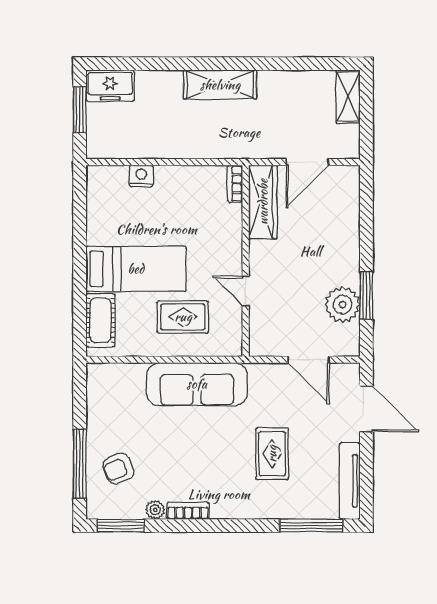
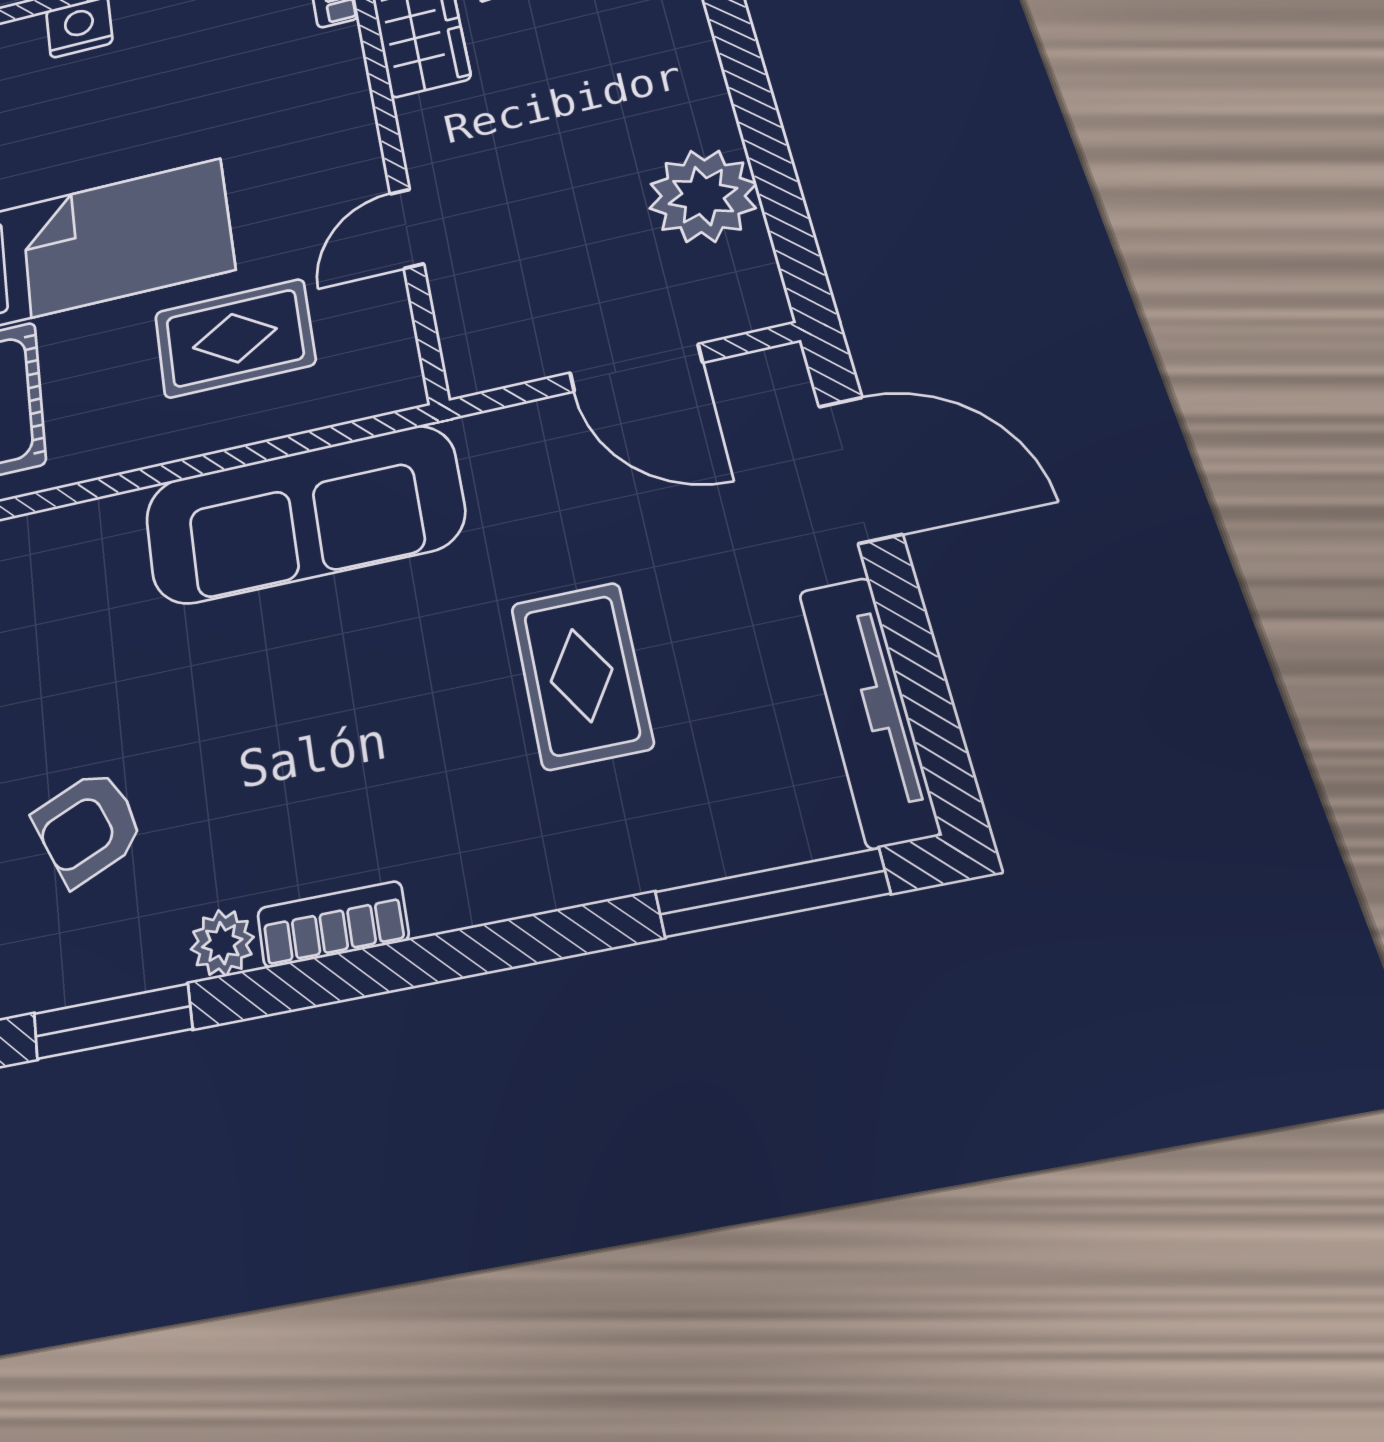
door: (246, 291) -> (407, 229), hinge flipped
window: (366, 295) -> (769, 156), removed

